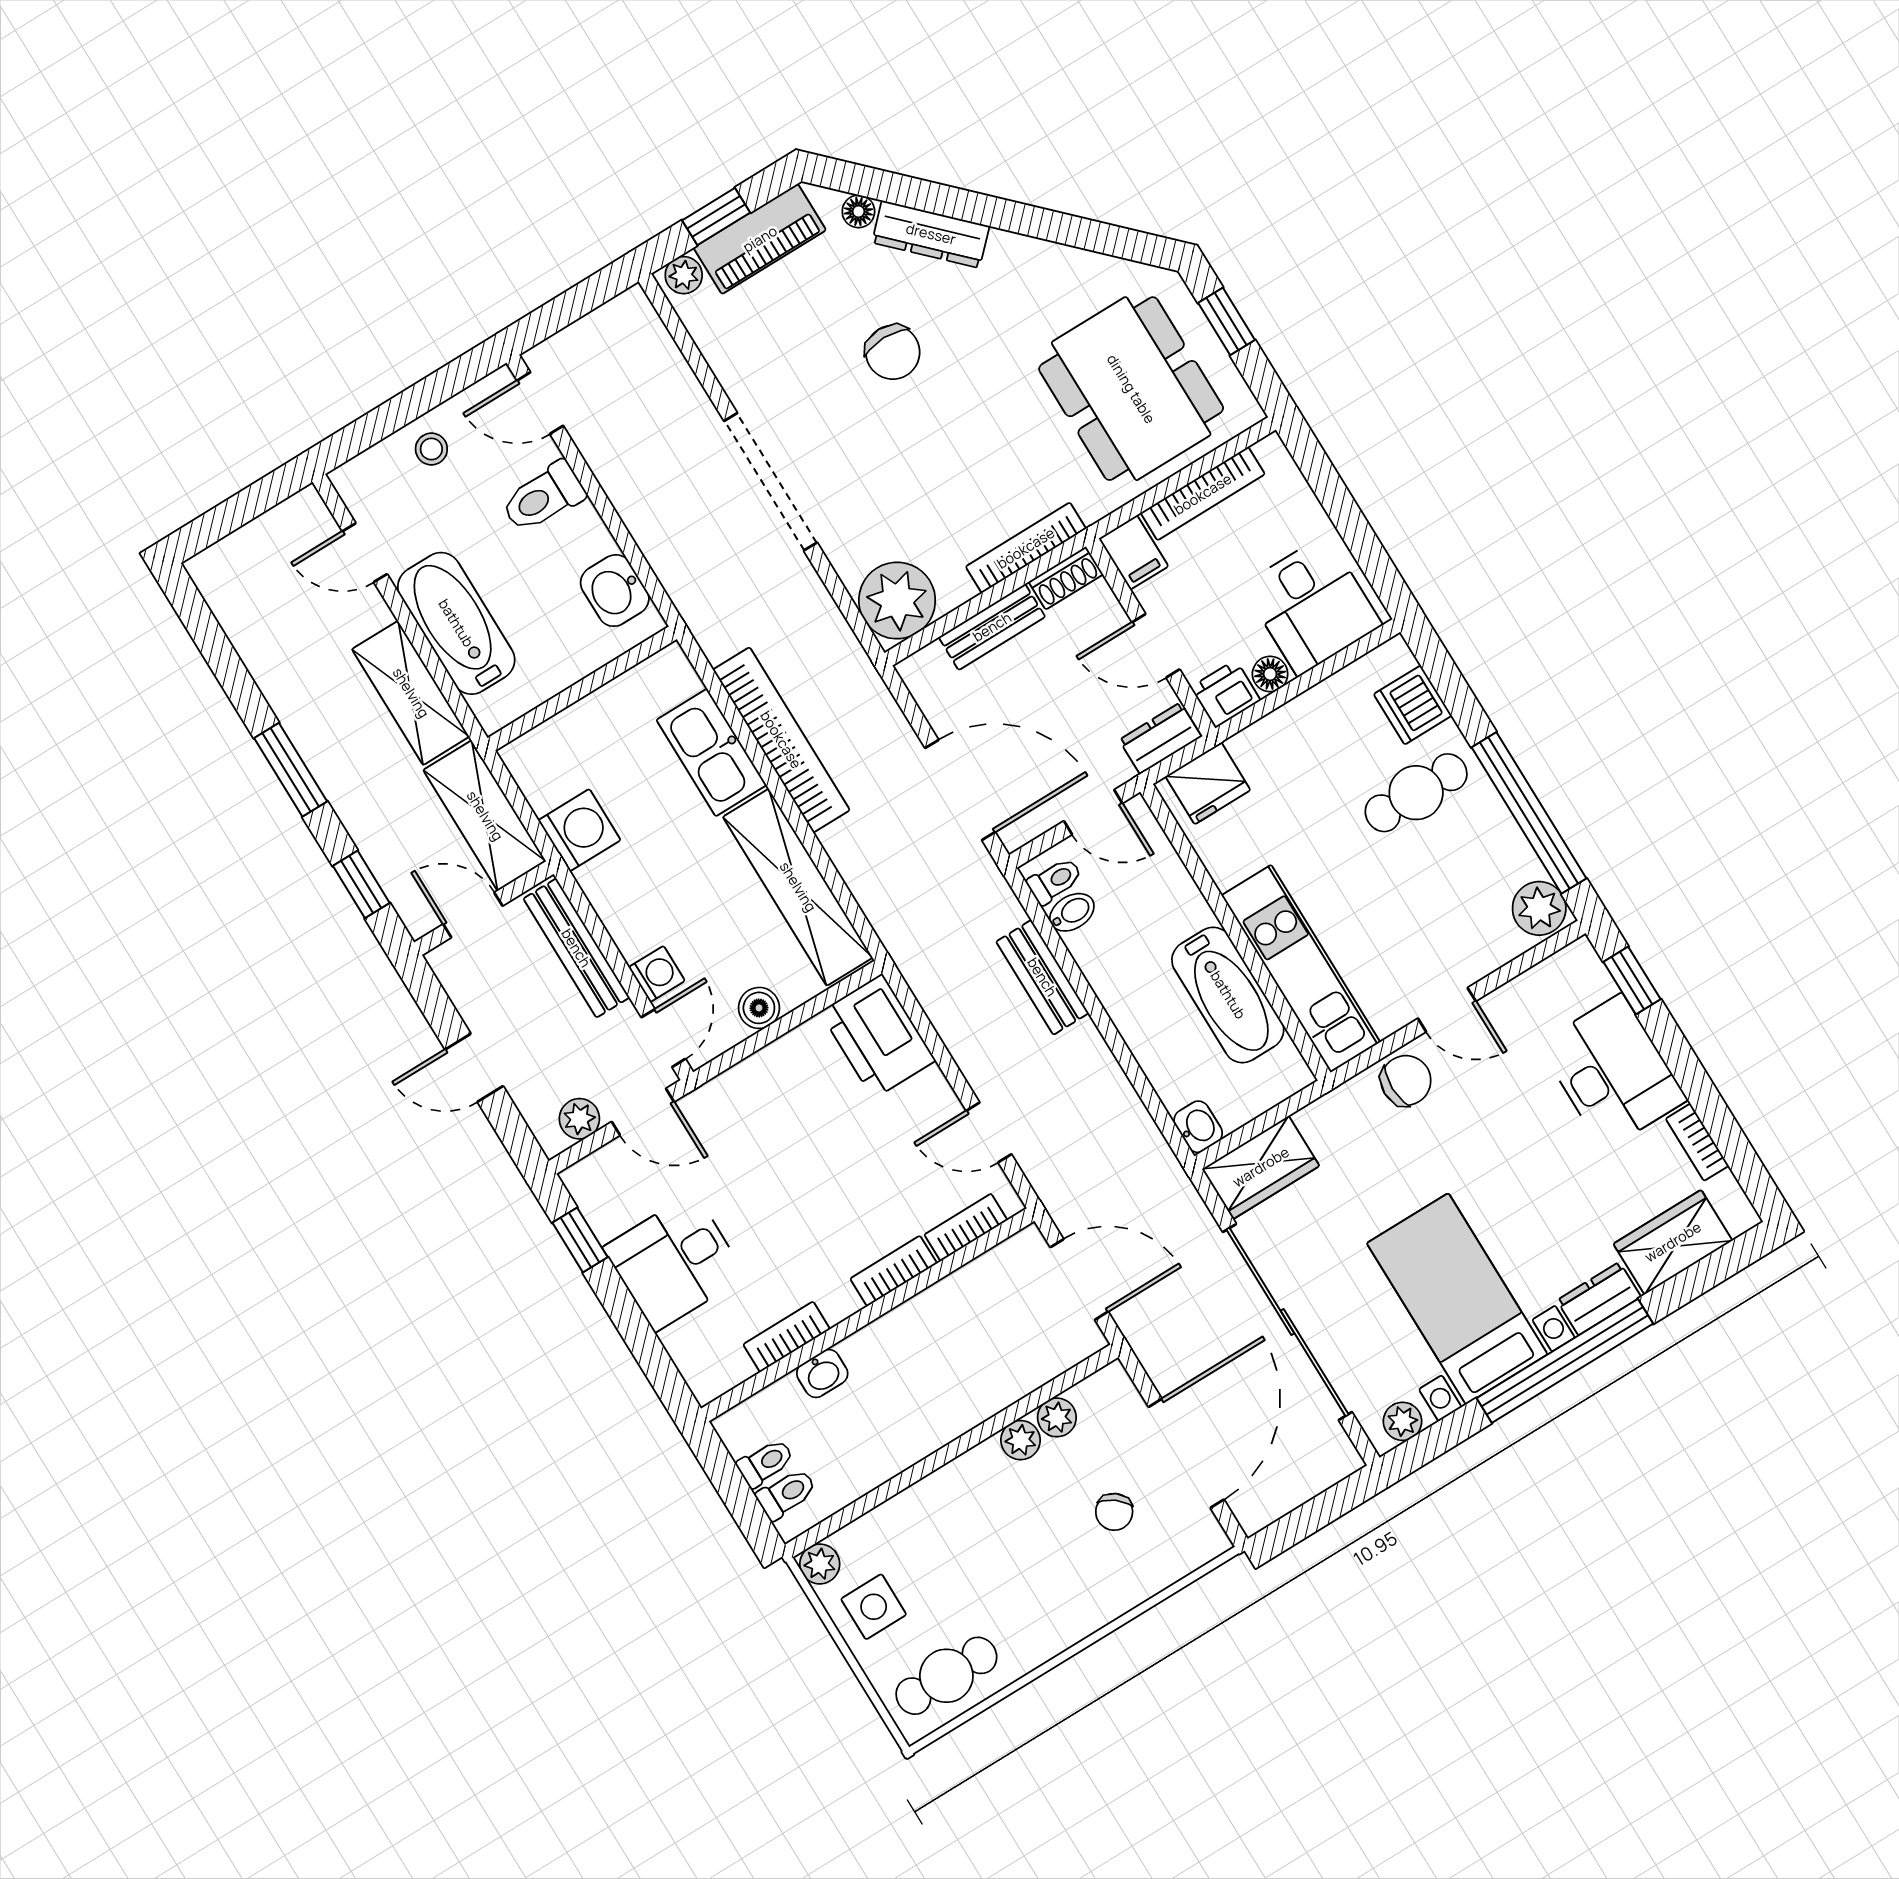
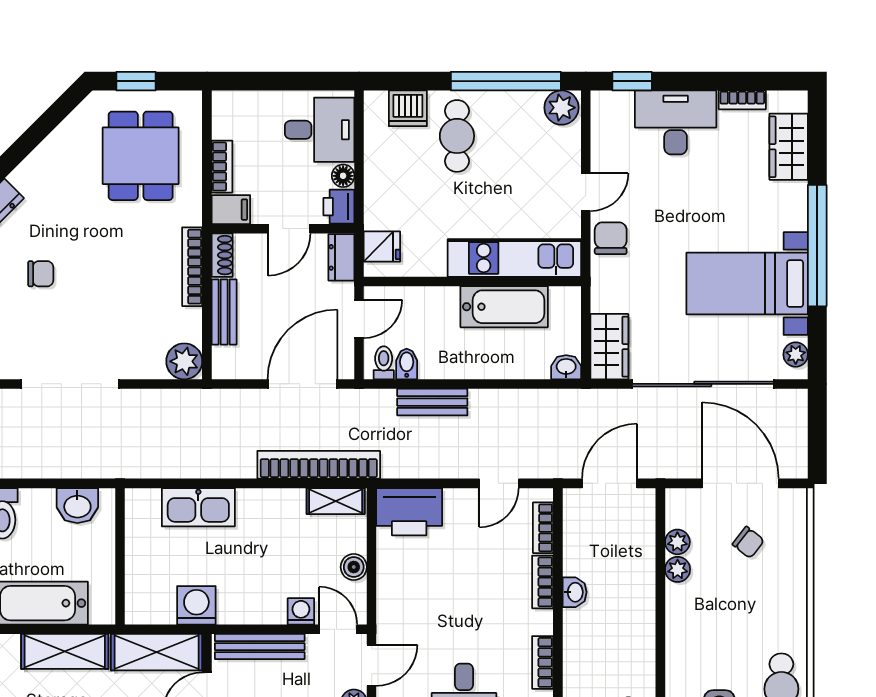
chair: (893, 352) -> (41, 274), width x0.73, depth x0.73
dining table: (1131, 389) -> (141, 156), width x0.73
bookcase: (1203, 494) -> (222, 167), width x0.64
plant: (897, 601) -> (184, 361), width x0.73, depth x0.73
bookcase: (781, 740) -> (319, 465), moved
fridge: (1208, 783) -> (382, 246), width x0.72
shelving: (798, 887) -> (336, 501), width x0.45, depth x0.75
dresser: (1599, 1298) -> (795, 206), removed
washbasin: (822, 1373) -> (575, 592), moved

